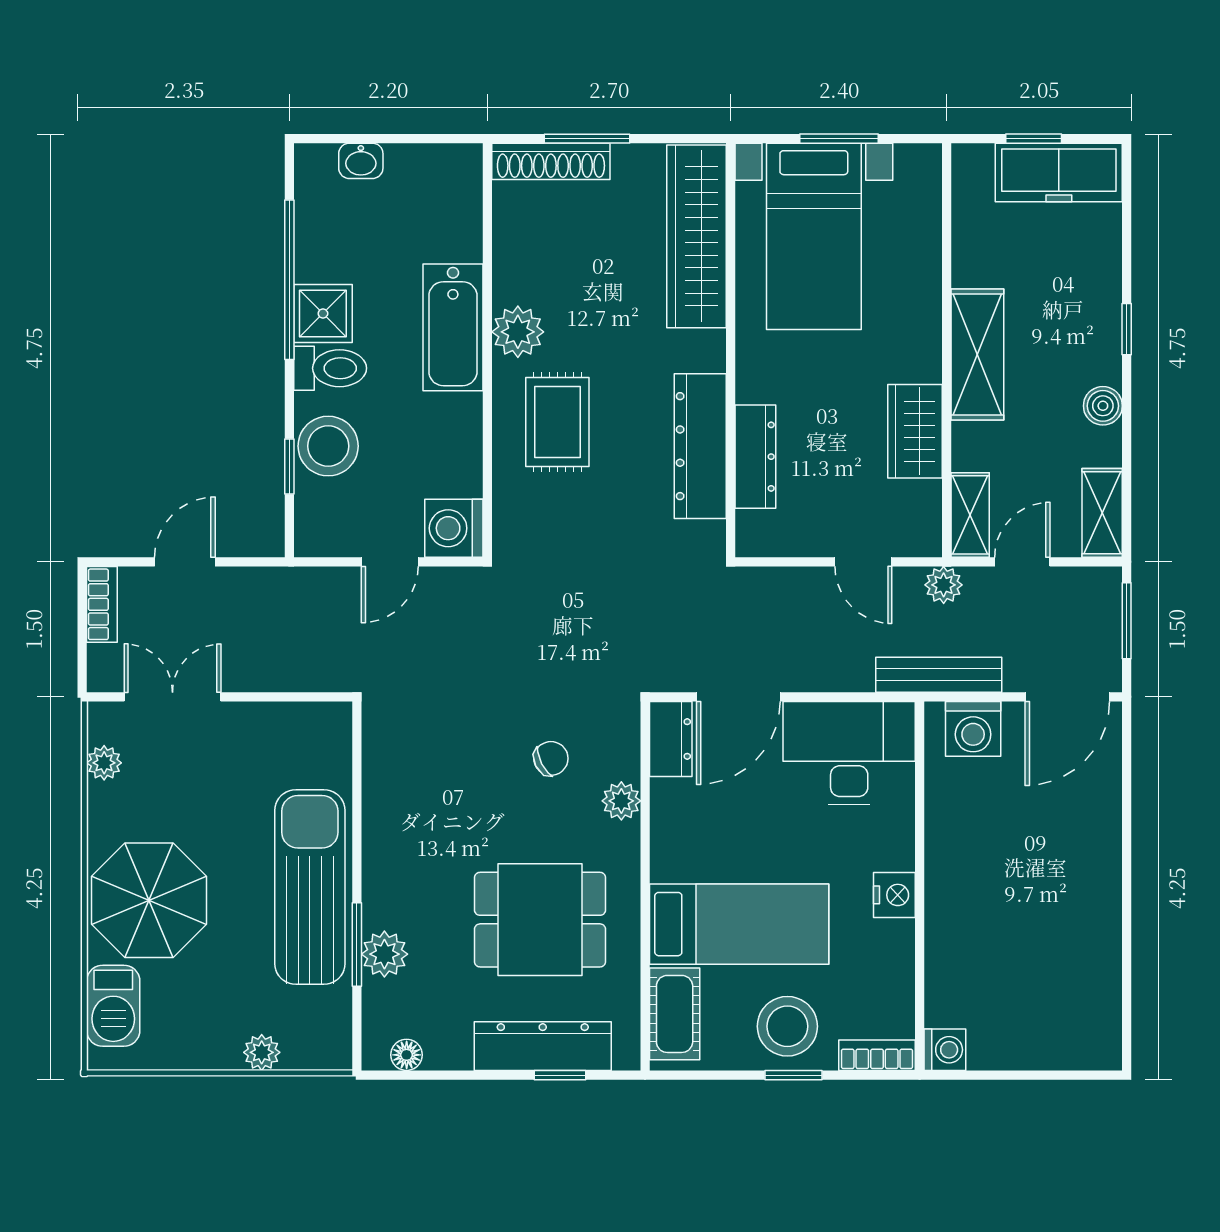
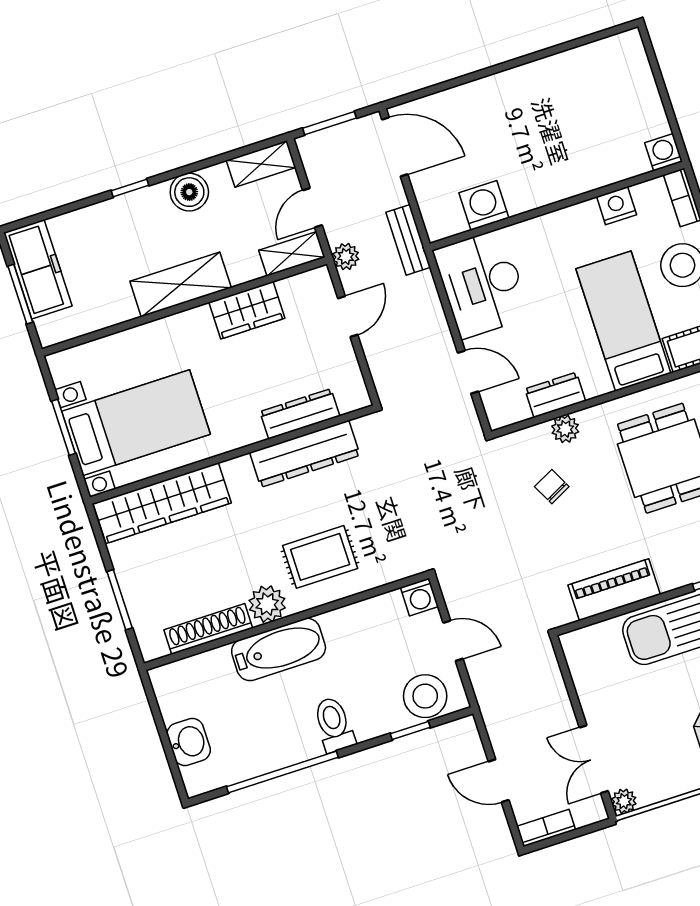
window: (1034, 139) -> (20, 294), width x1.50
washbasin: (361, 161) -> (189, 742), width x1.38, depth x1.45
shoe rack: (551, 161) -> (208, 629), moved, turned -90
shower: (323, 313) -> (298, 742), removed
boiler: (1103, 406) -> (189, 192), width x1.36, depth x1.36
stool: (328, 446) -> (425, 696), moved
washing machine: (454, 528) -> (419, 597), width x0.73, depth x0.73
door: (1022, 562) -> (312, 208), hinge flipped
bench: (939, 675) -> (408, 240), width x0.73
door: (738, 697) -> (468, 372), width x0.73
washing machine: (973, 729) -> (484, 205), moved, turned -90
dresser: (671, 739) -> (555, 395), moved
plant: (104, 763) -> (624, 801), moved
piano: (388, 796) -> (614, 590), added
nightstand: (894, 895) -> (617, 206), moved

